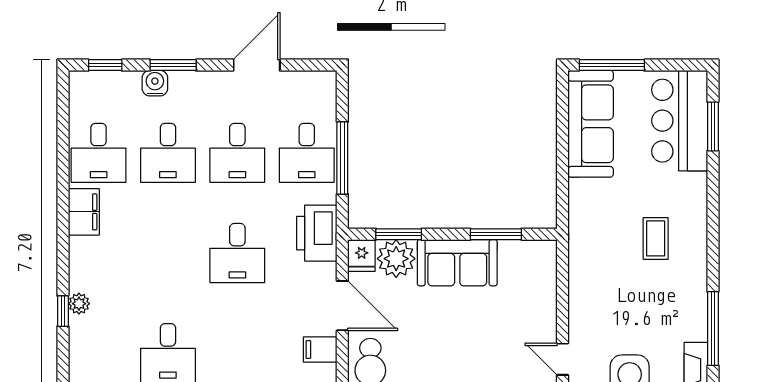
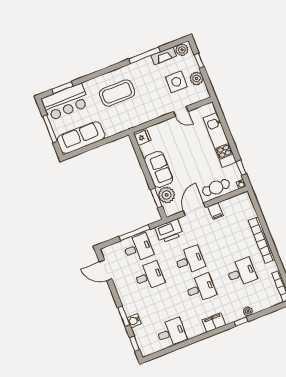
door: (257, 65) -> (106, 270), moved
window: (612, 65) -> (50, 129), moved
desk: (168, 153) -> (201, 288), moved
filing cabinet: (84, 212) -> (214, 322), moved
window: (496, 234) -> (141, 158), removed
coffee table: (656, 238) -> (117, 93), width x1.86, depth x1.72
fridge: (362, 255) -> (143, 137), moved
plant: (79, 304) -> (248, 311), moved
door: (563, 359) -> (181, 111), hinge flipped

